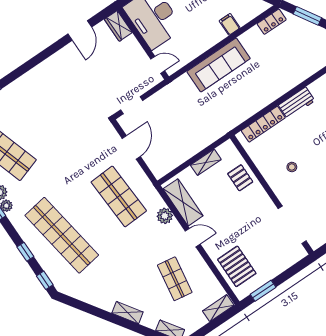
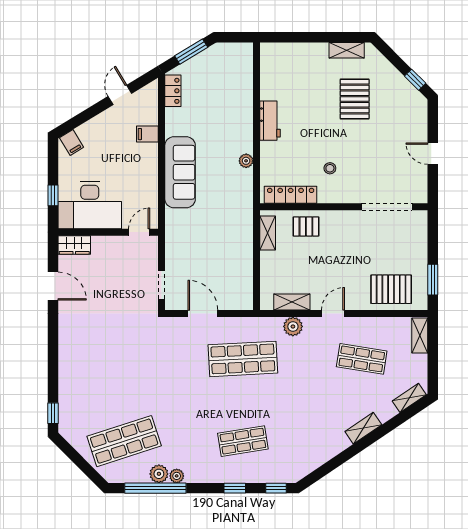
plant: (258, 105) -> (246, 161), added
locker: (263, 124) -> (291, 195), moved, turned -90
shelving: (206, 162) -> (268, 233), moved
shelving: (183, 202) -> (292, 302), width x0.67, depth x0.75
shop shelf: (62, 235) -> (243, 441), width x0.50, depth x0.74

